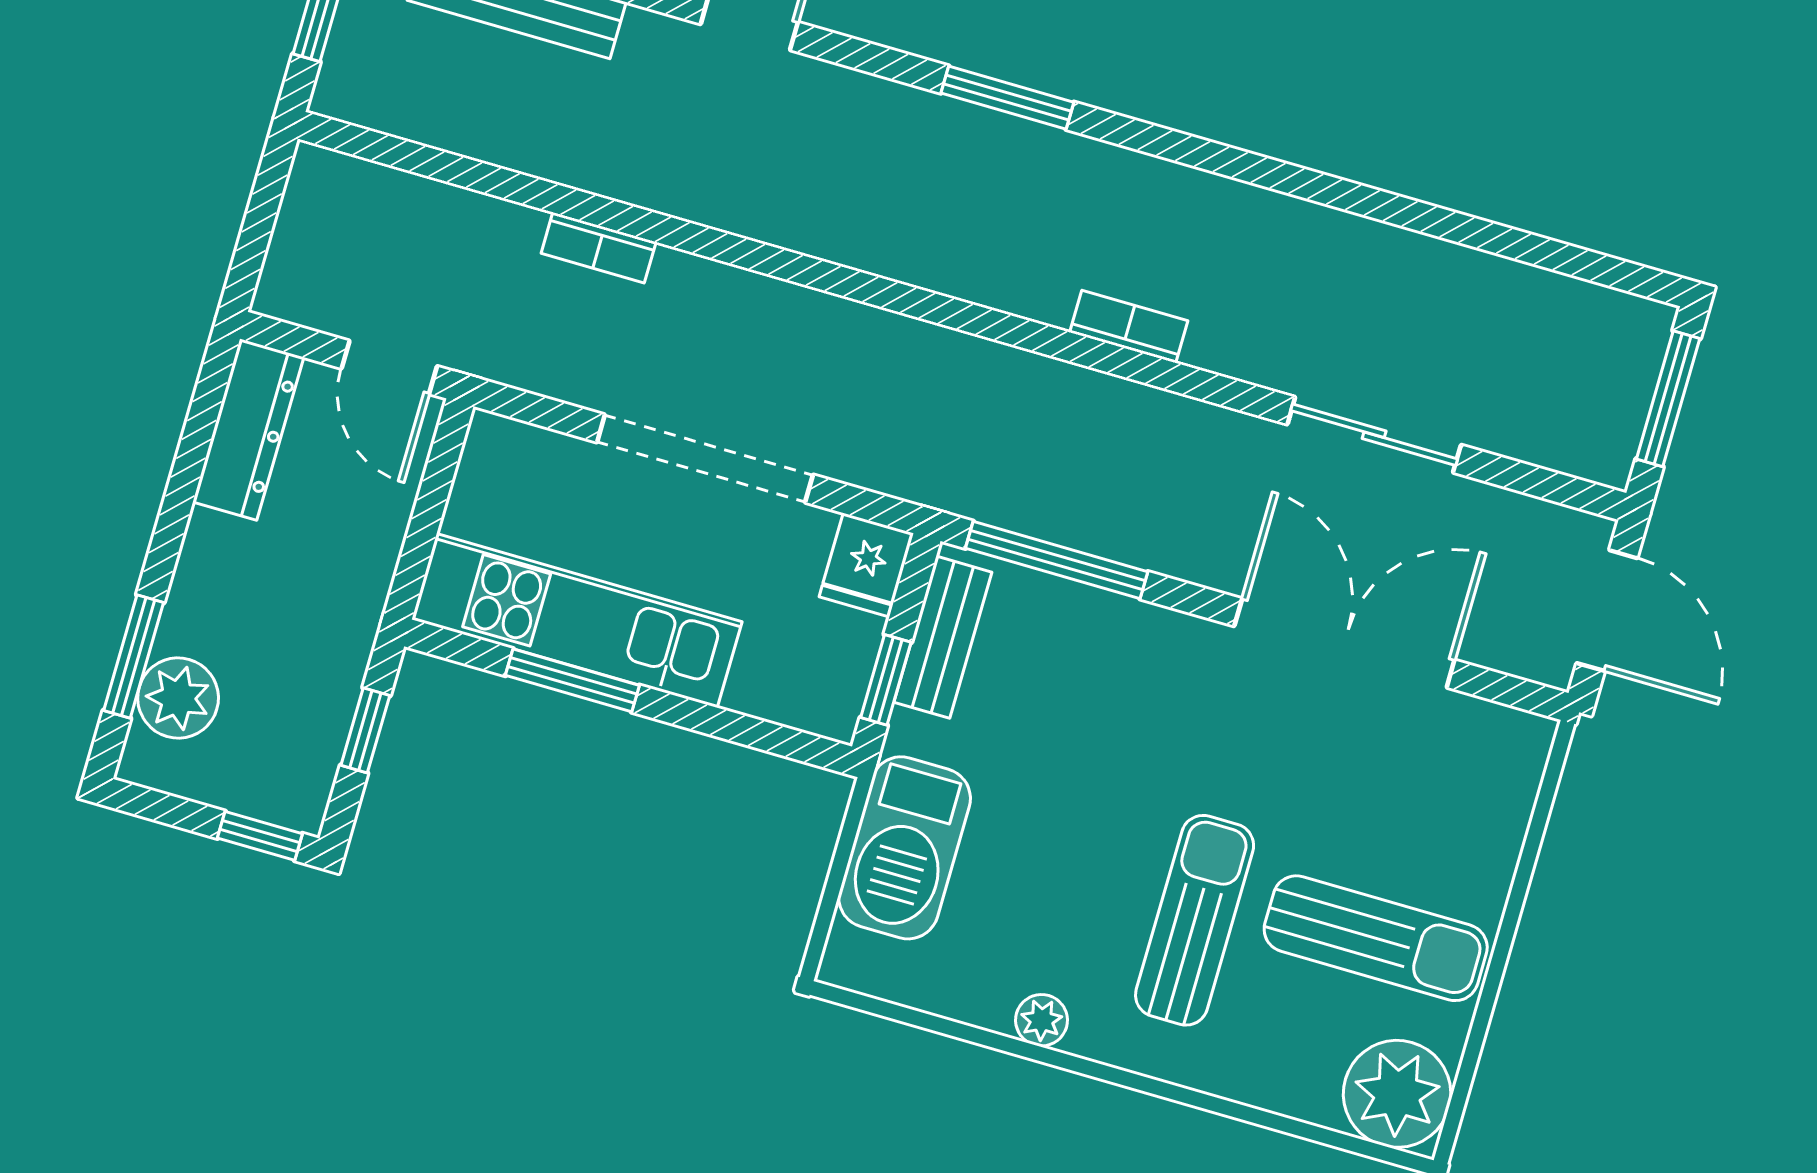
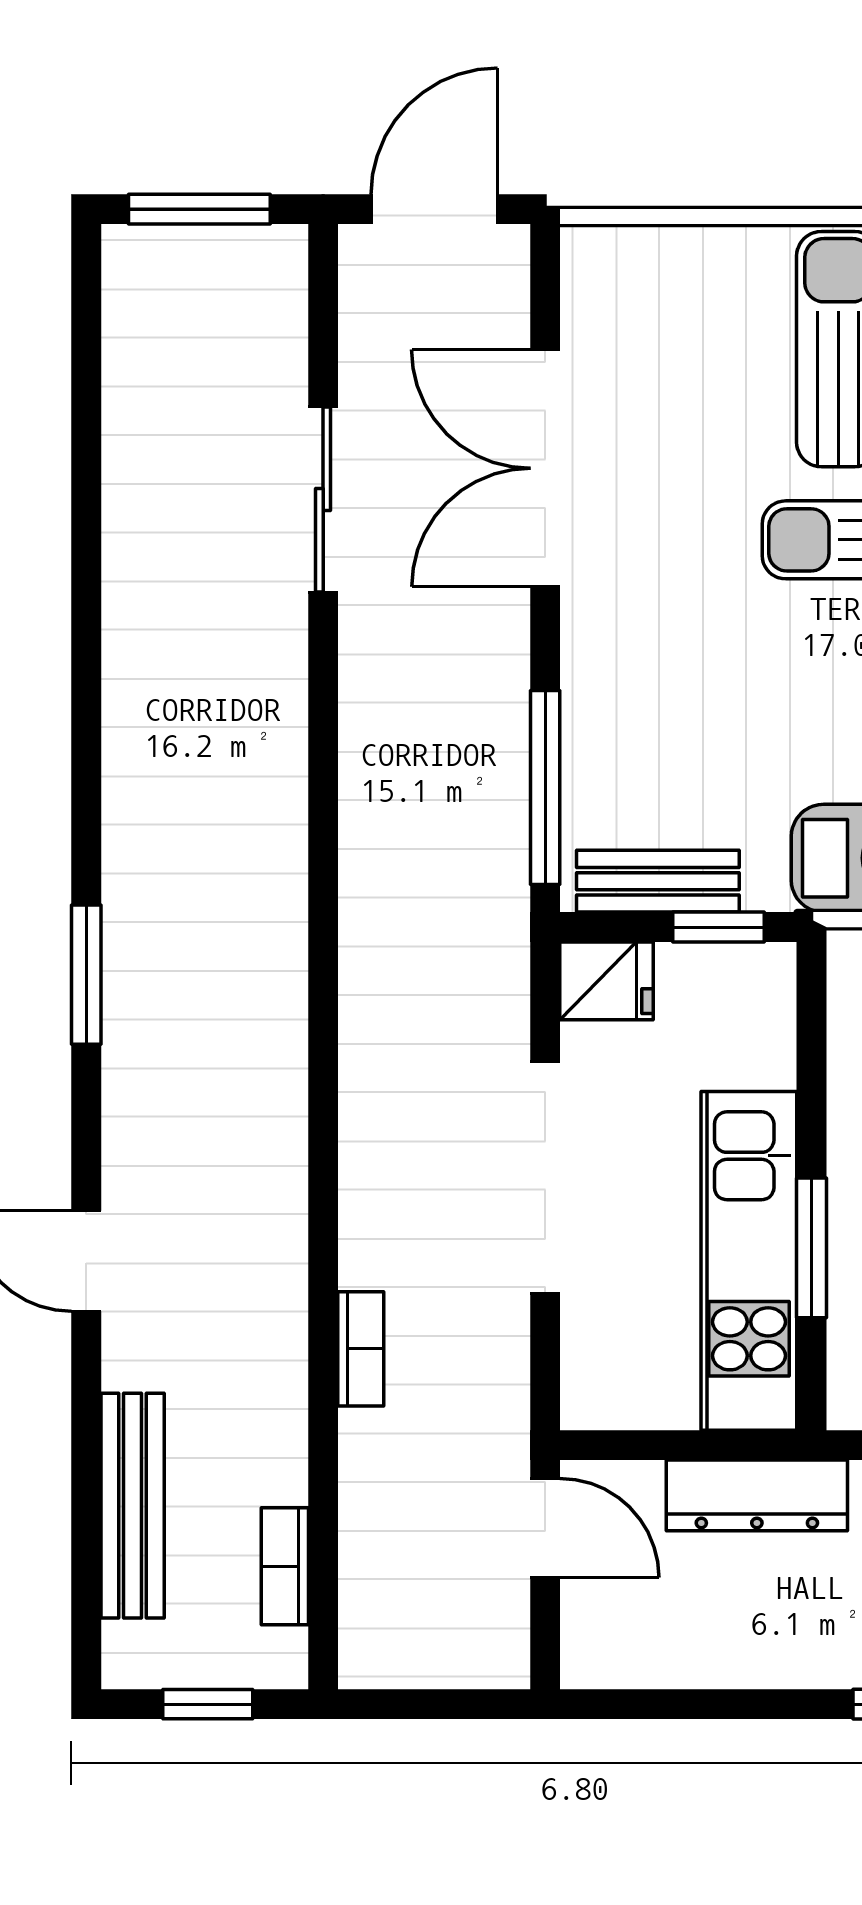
bookcase: (1129, 327) -> (285, 1566), moved
door: (389, 367) -> (545, 1528), hinge flipped
dresser: (248, 430) -> (757, 1495), moved, turned 180

